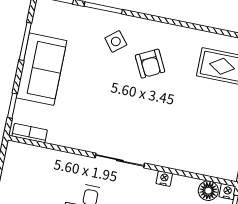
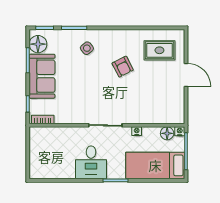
floor lamp: (45, 21) -> (38, 44), added
armchair: (150, 64) -> (123, 67), moved

